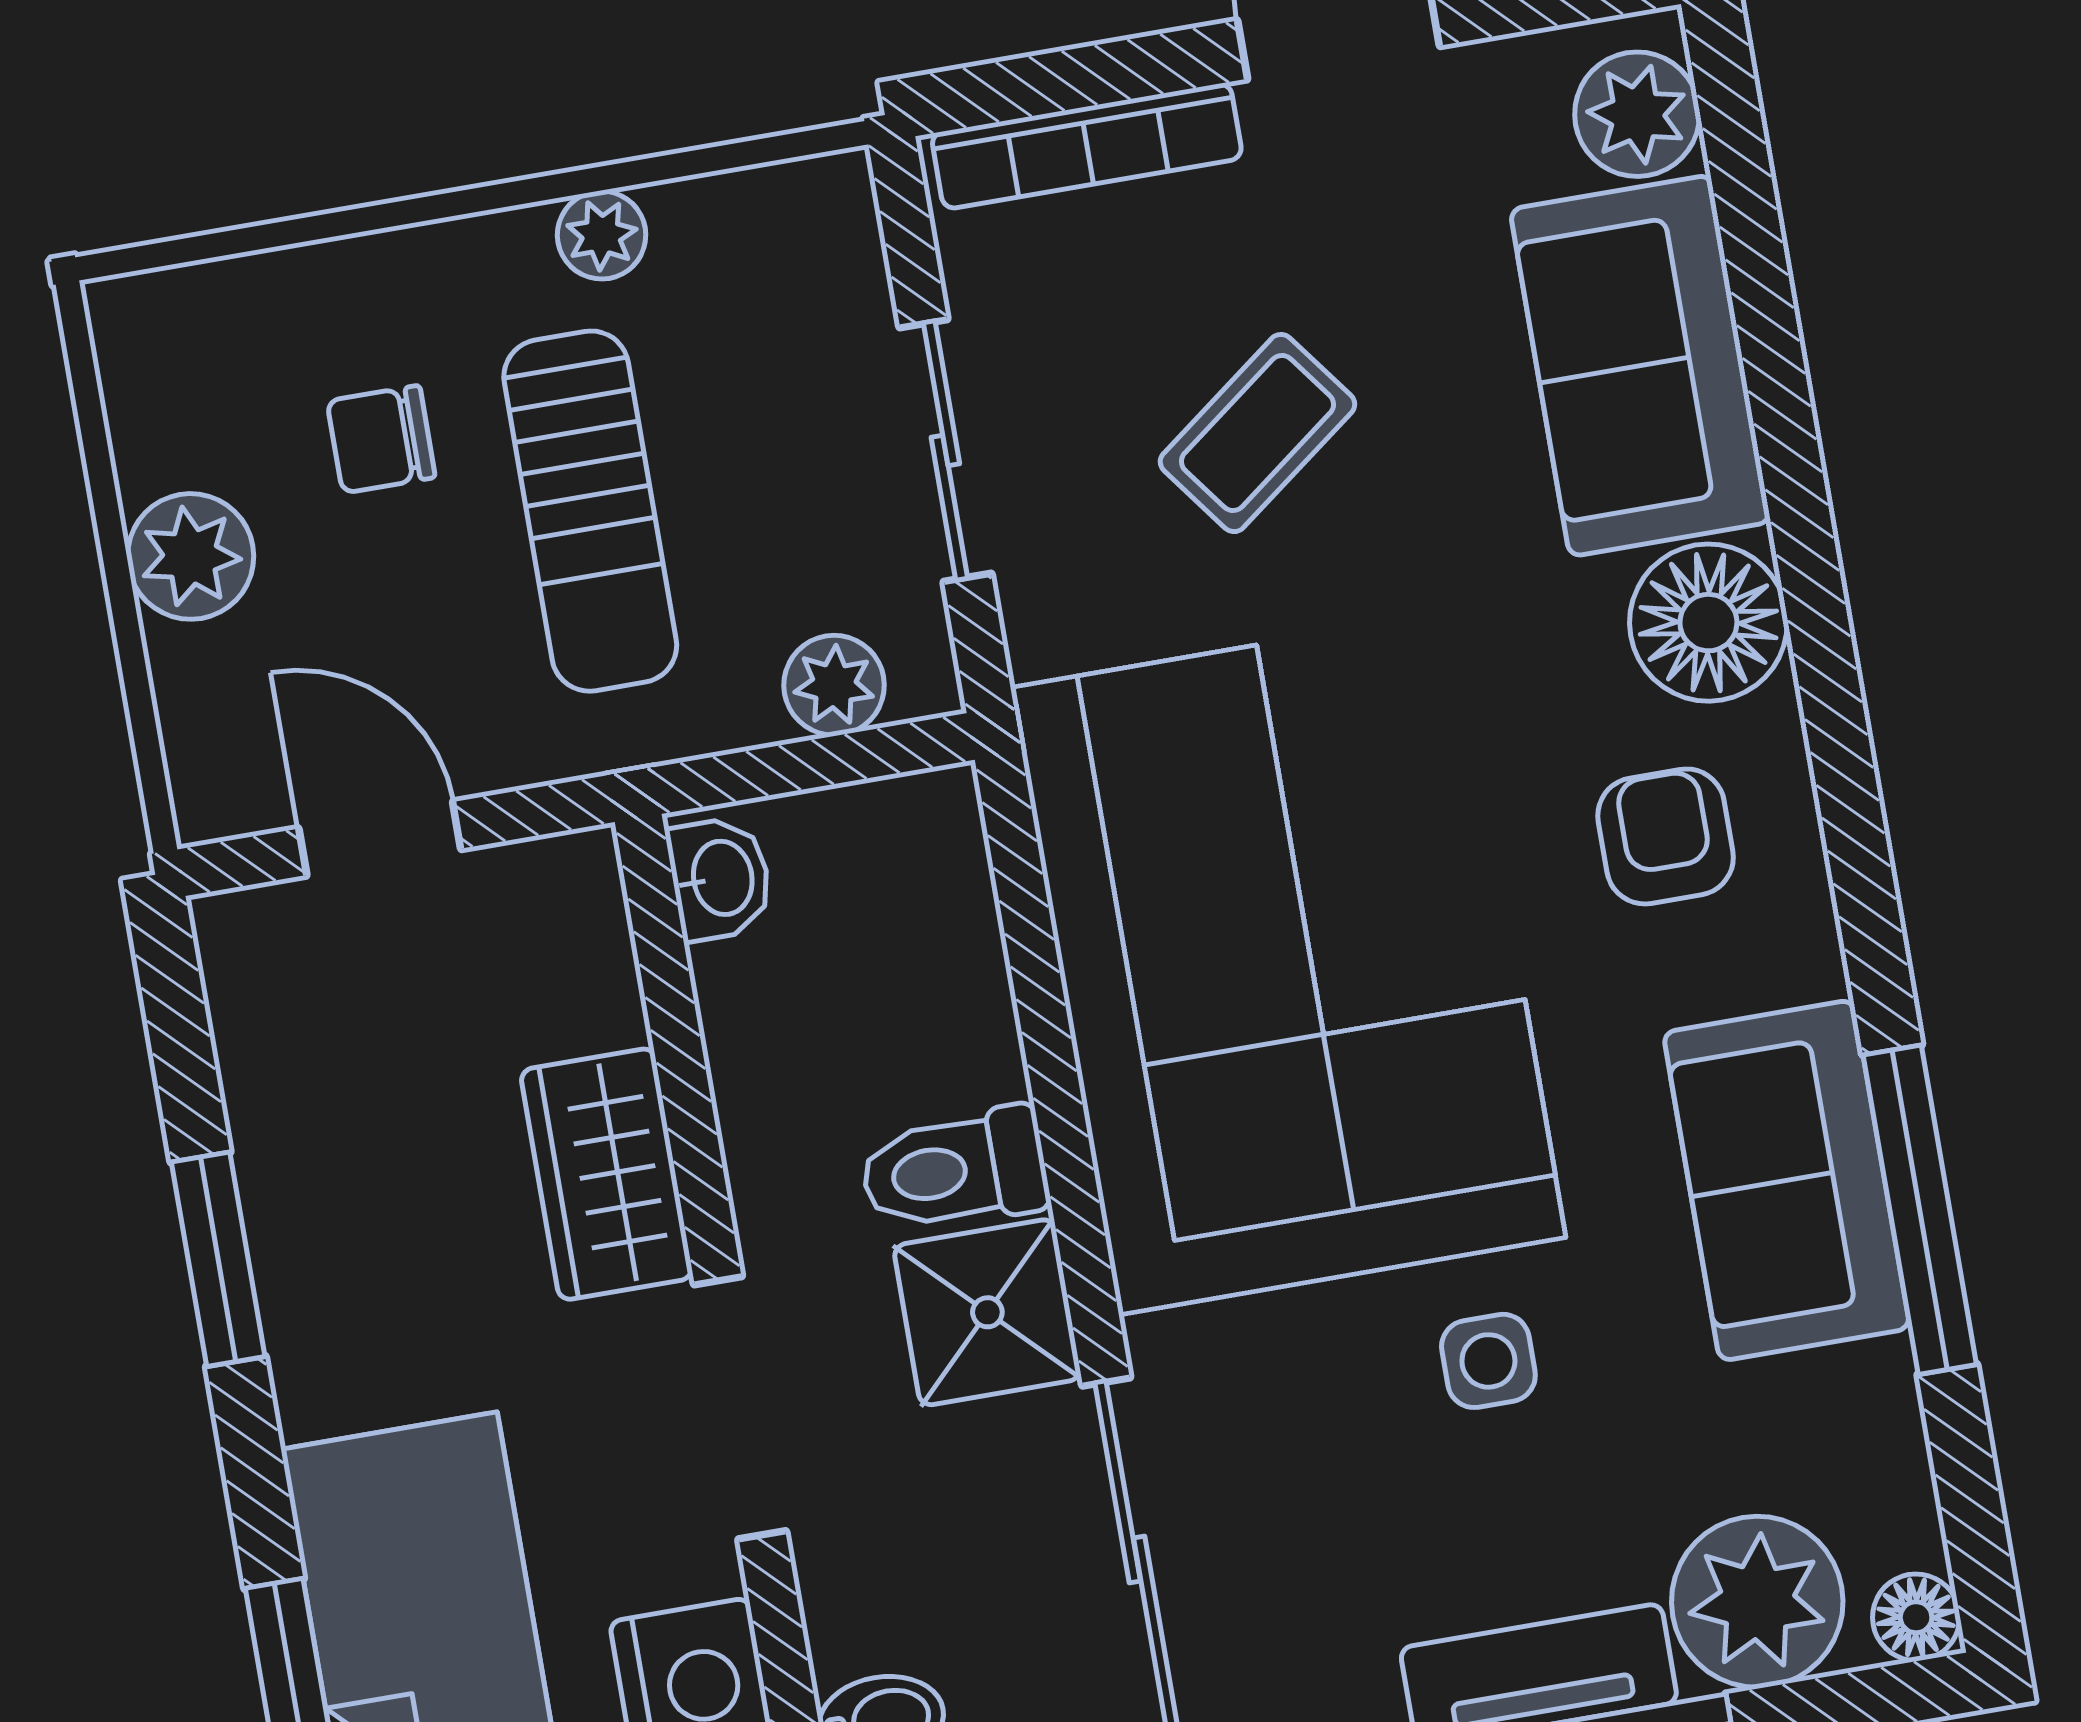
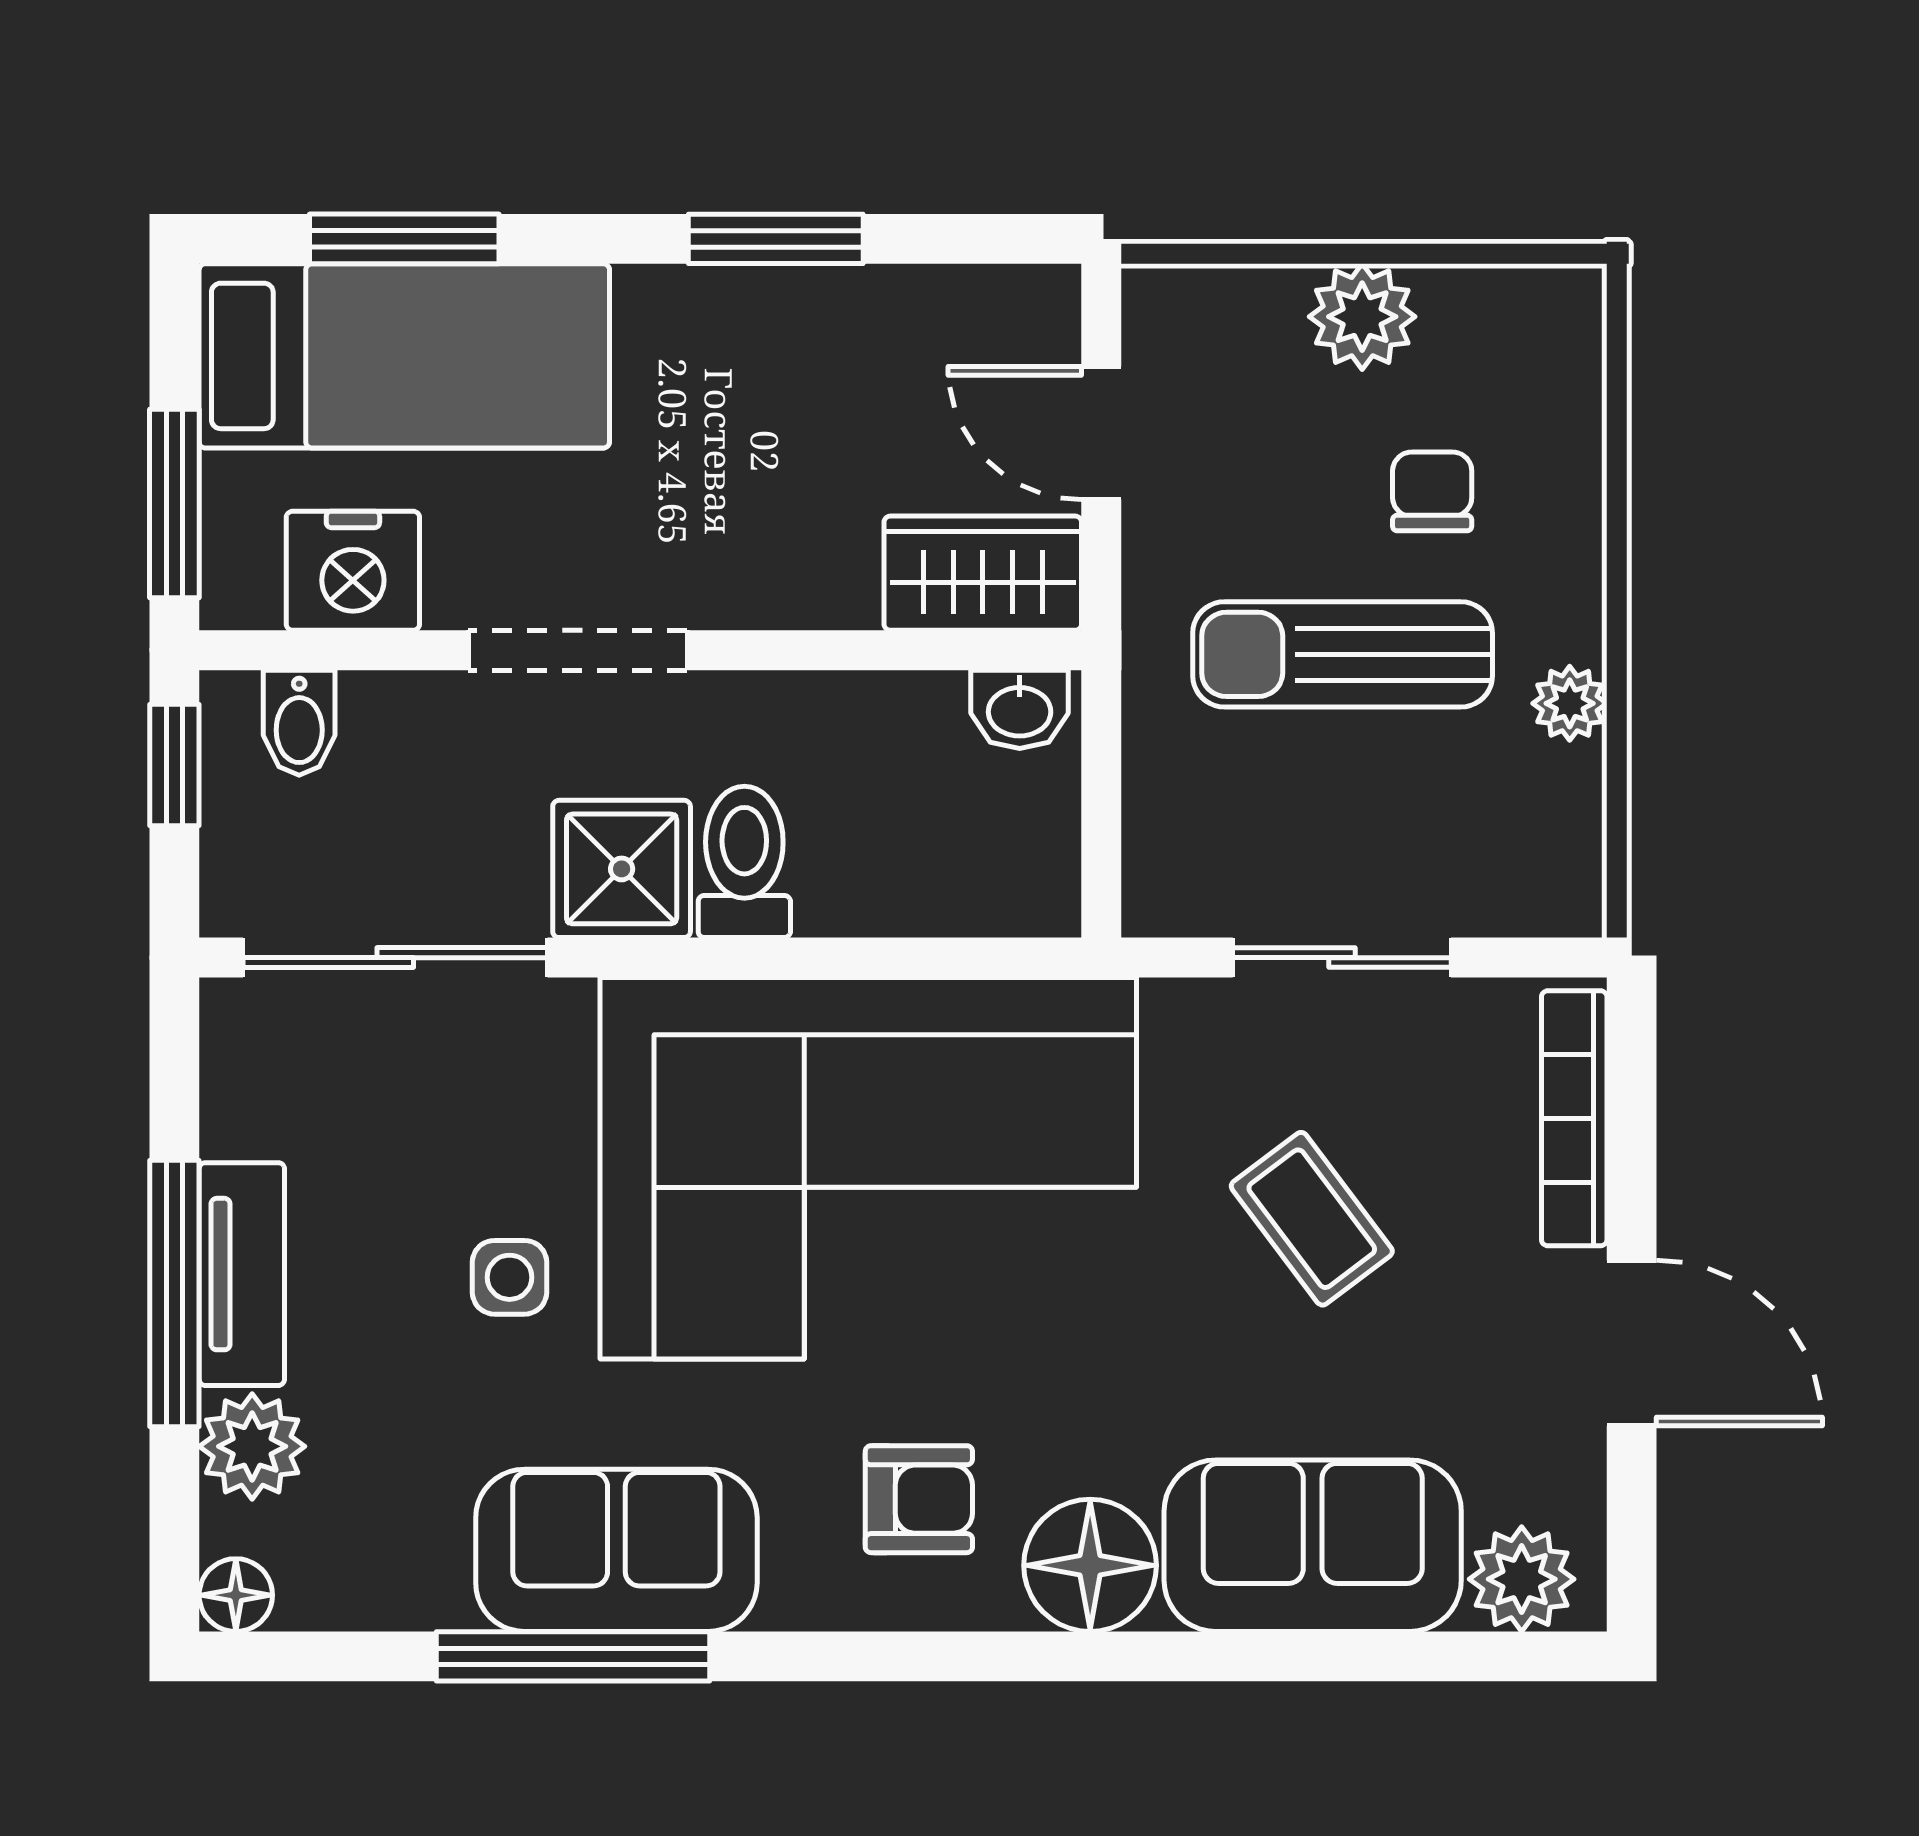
plant: (834, 685) -> (1163, 832), removed
door: (380, 839) -> (1101, 433), swing flipped
wardrobe: (607, 1174) -> (983, 573), moved
plant: (1757, 1602) -> (252, 1446), width x0.73, depth x0.73

